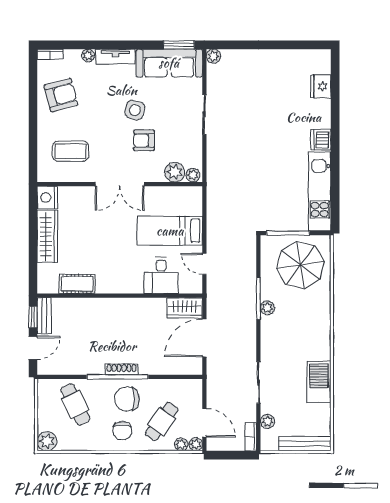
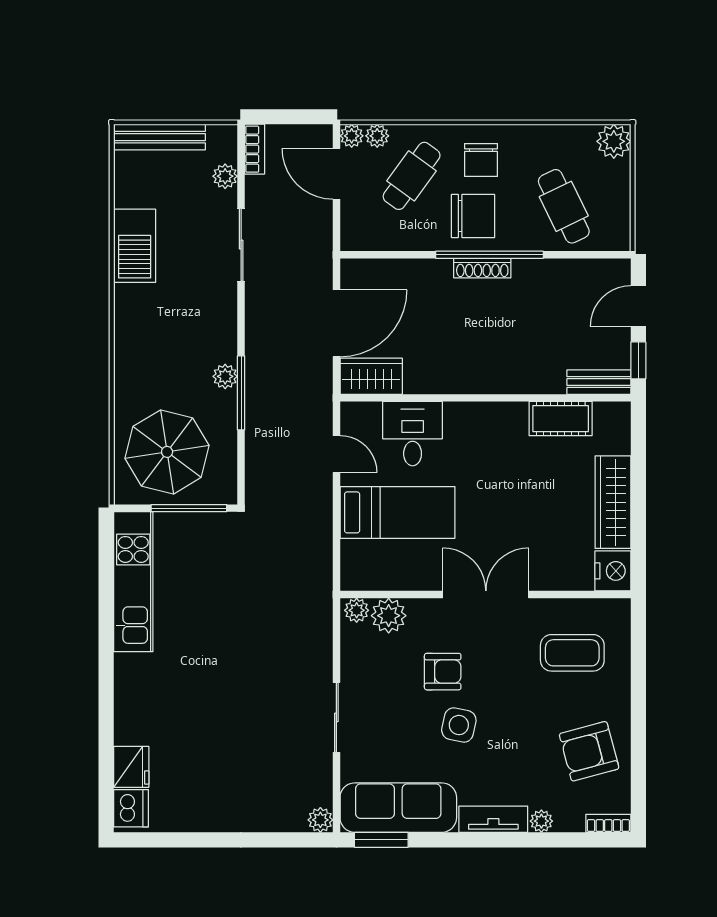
dishwasher: (321, 140) -> (131, 808), moved
bench: (44, 316) -> (599, 382), moved, turned 90
chair: (122, 431) -> (481, 160), turned 180

